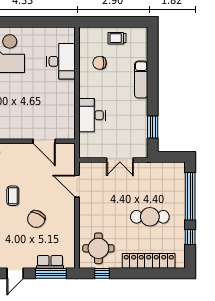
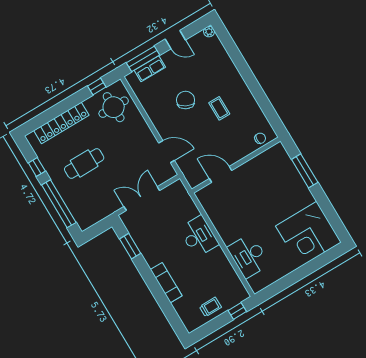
window: (97, 22) -> (237, 311), added
chair: (100, 63) -> (213, 275), removed
desk: (92, 115) -> (199, 236), moved
double door: (120, 160) -> (142, 198), width x1.37
door: (15, 273) -> (175, 40), swing flipped

